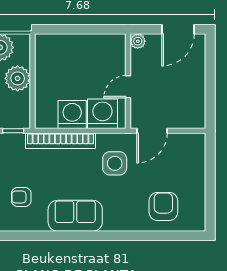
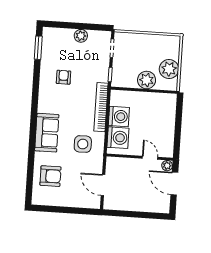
door: (178, 29) -> (174, 184), moved
door: (128, 87) -> (150, 158), moved
door: (152, 131) -> (103, 185), moved
sofa: (75, 216) -> (47, 133), moved

